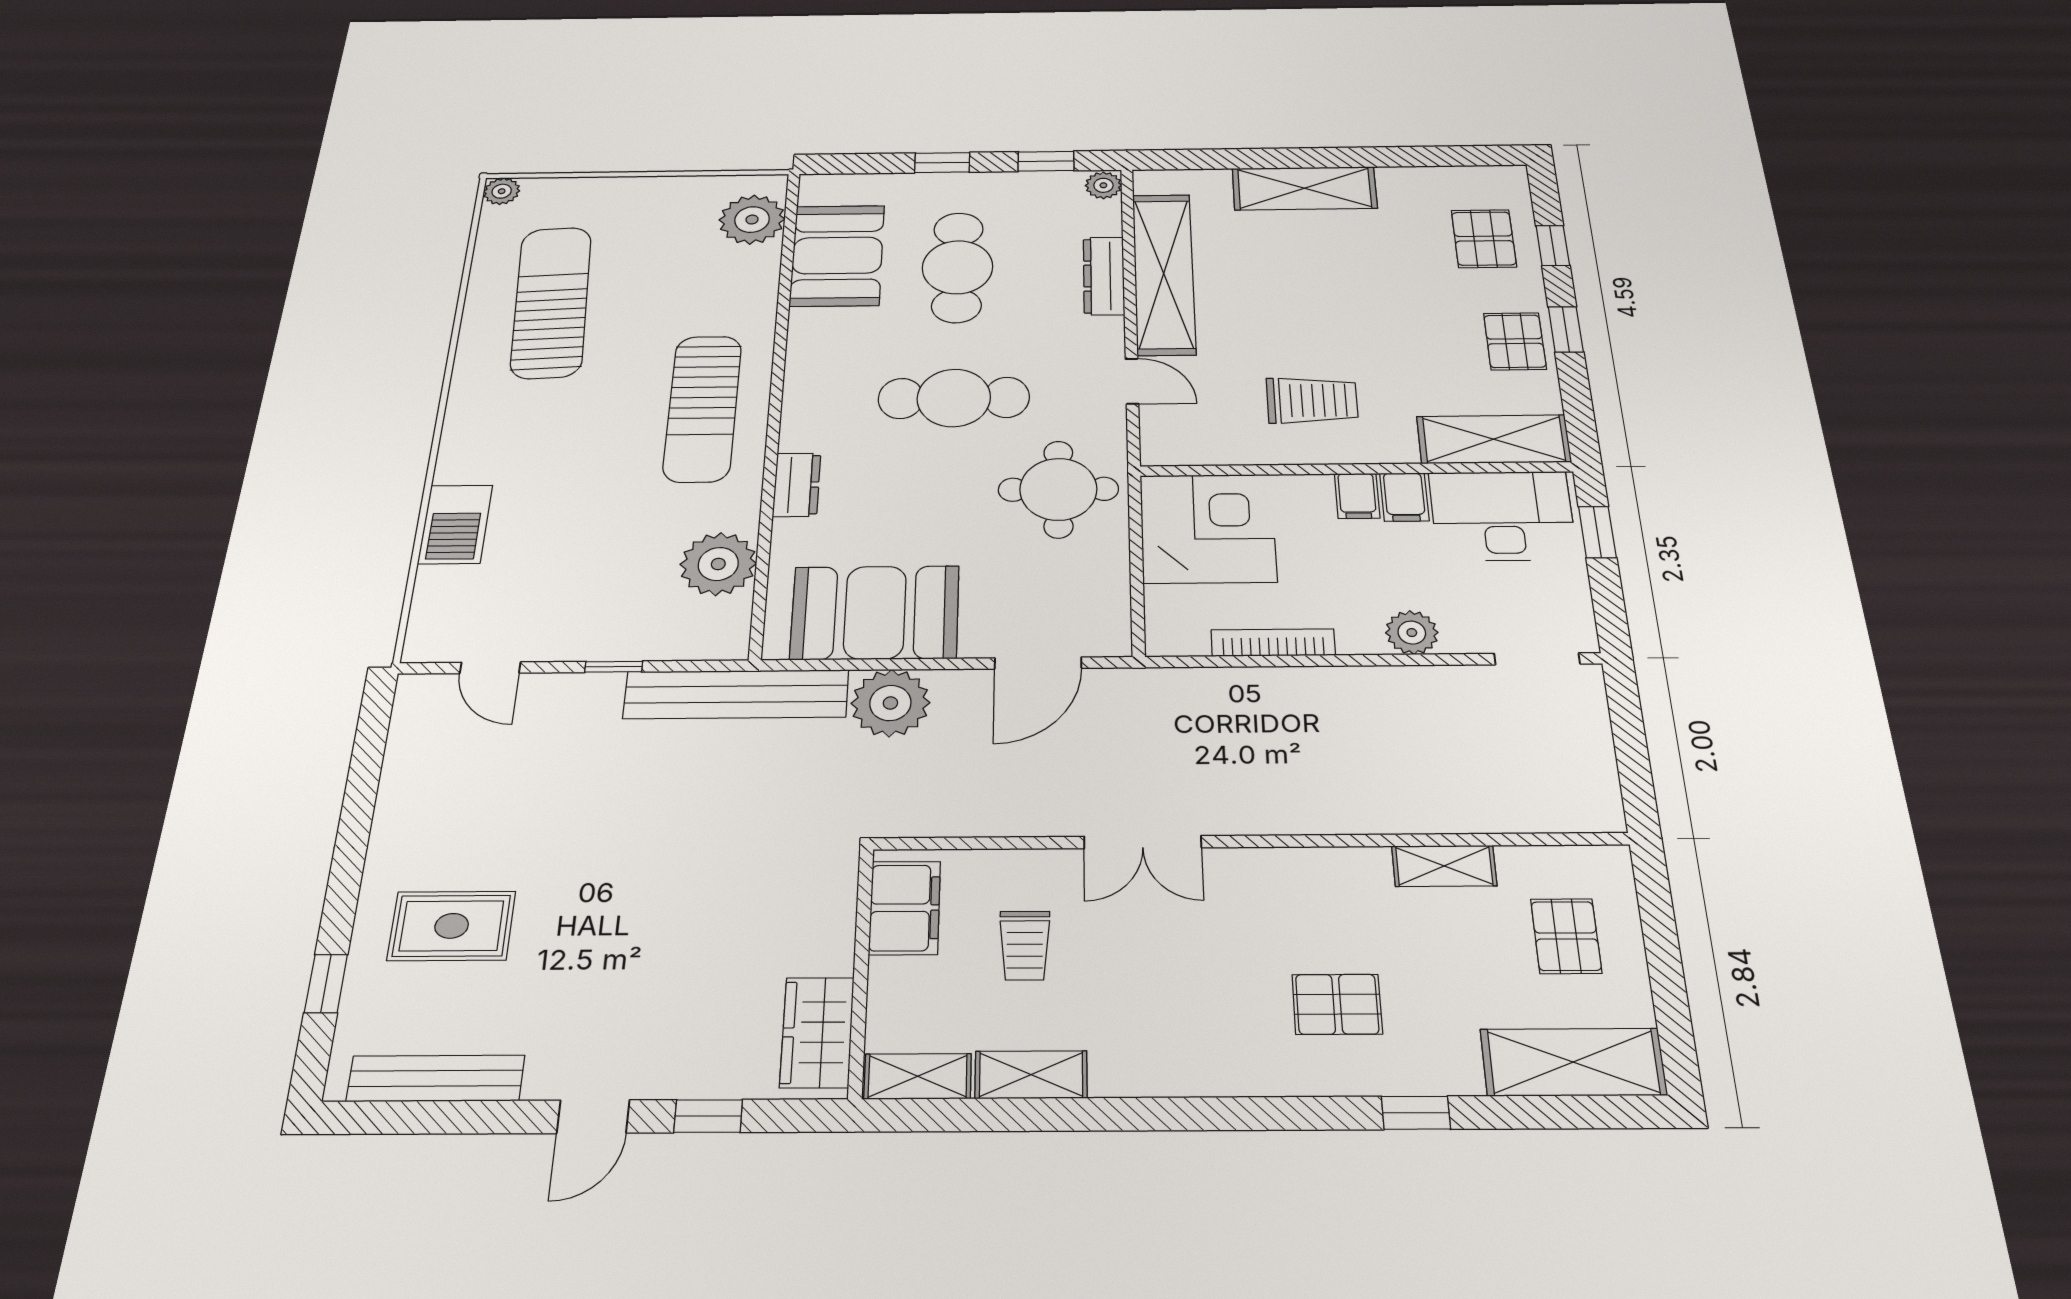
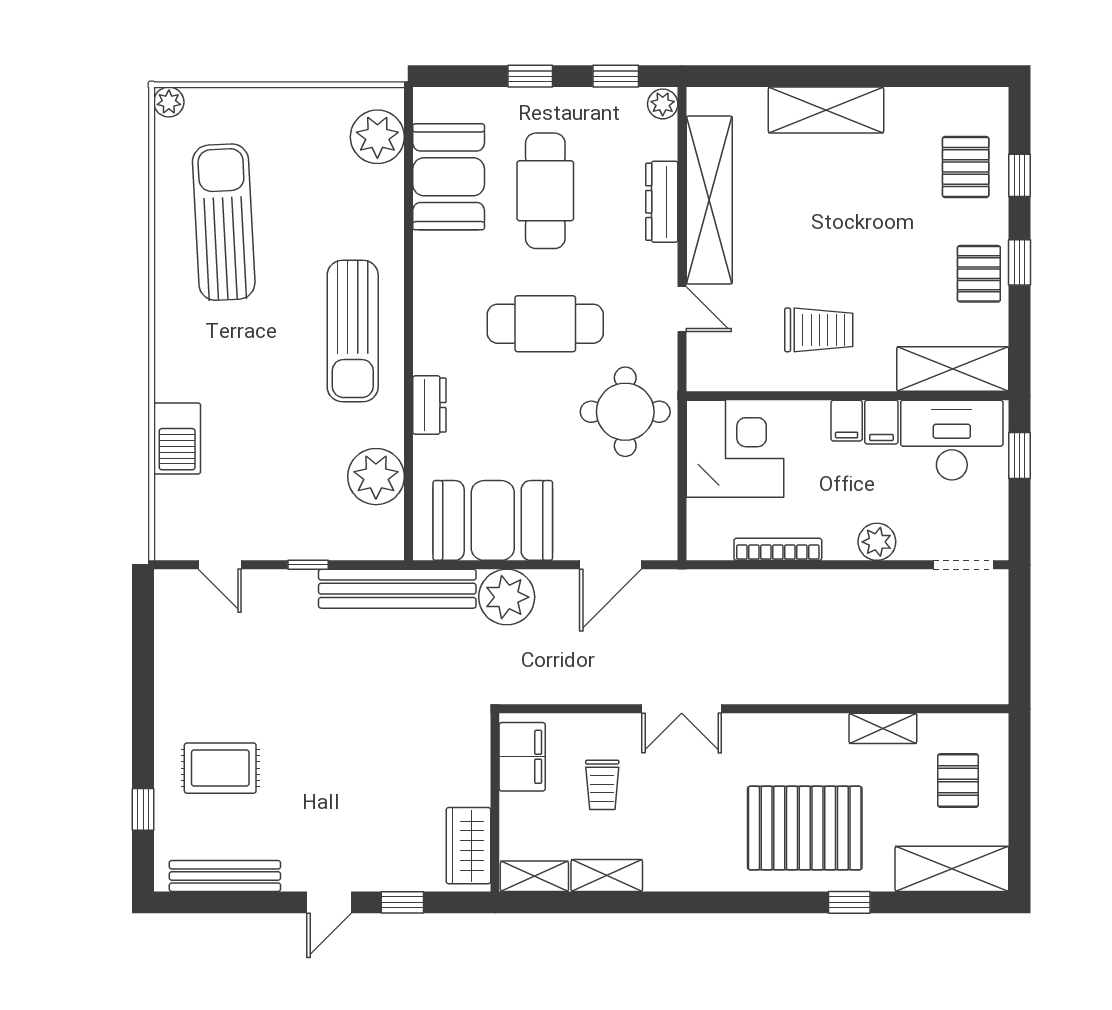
pallet: (1337, 1004) -> (805, 828), width x2.05, depth x2.00

